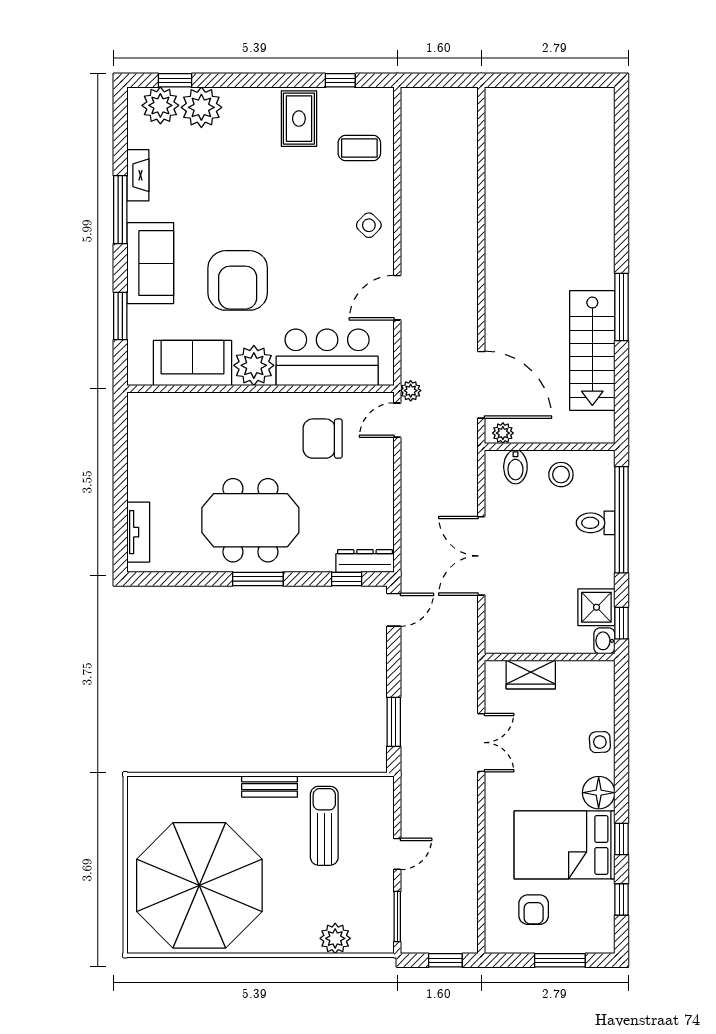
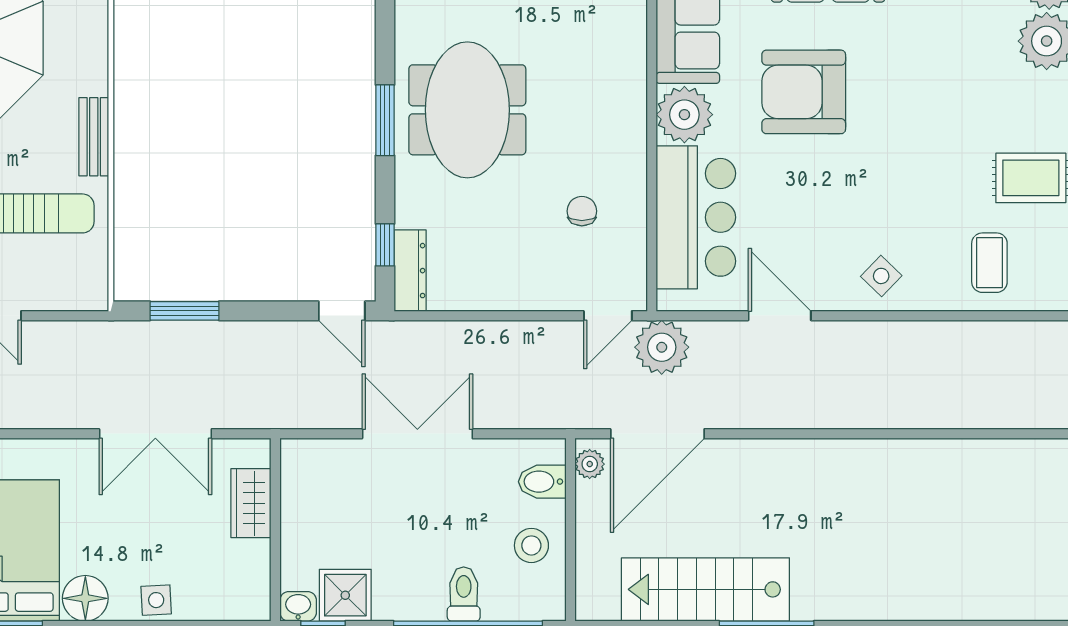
plant: (411, 391) -> (662, 347), width x1.87, depth x1.87
door: (397, 420) -> (608, 316), swing flipped
chair: (323, 439) -> (582, 211), width x0.54, depth x0.54
double door: (481, 743) -> (155, 434), width x1.37

